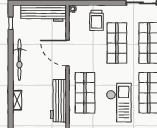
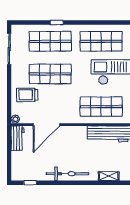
workbench: (44, 13) -> (18, 138), width x0.53, depth x0.76
trolley: (96, 20) -> (27, 95), turned 180
door: (67, 53) -> (46, 125), moved

